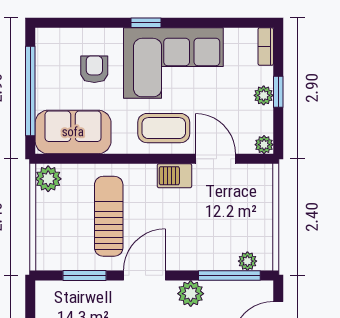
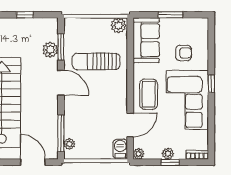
window: (30, 91) -> (171, 15), width x0.47
barbecue: (174, 176) -> (120, 149), moved
sun lounger: (109, 216) -> (96, 61), turned 180
plant: (191, 294) -> (50, 50), moved

